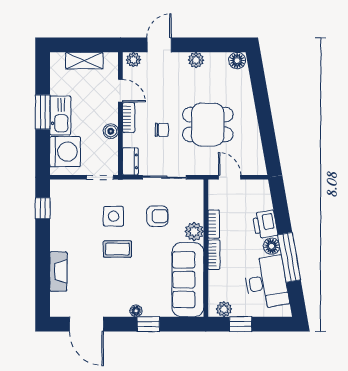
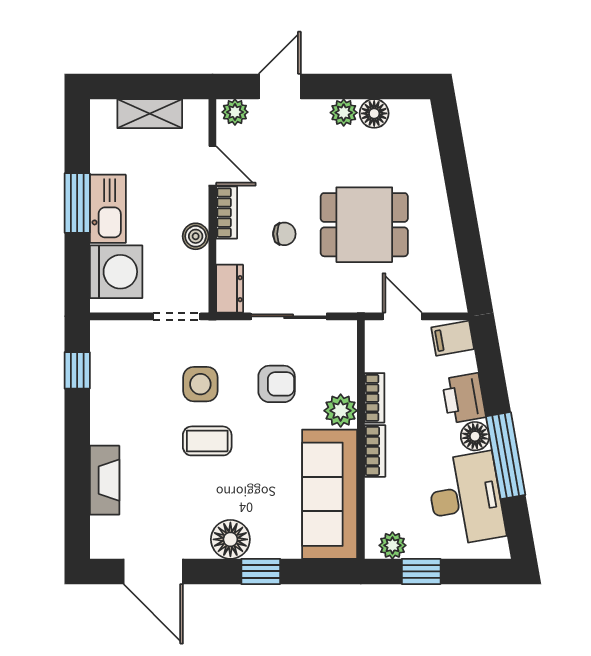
floor lamp: (237, 61) -> (374, 113), moved
filing cabinet: (259, 190) -> (453, 338), added
floor lamp: (136, 311) -> (230, 539), width x1.89, depth x1.89

